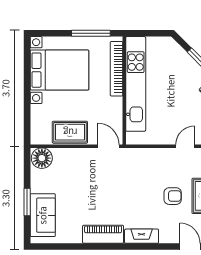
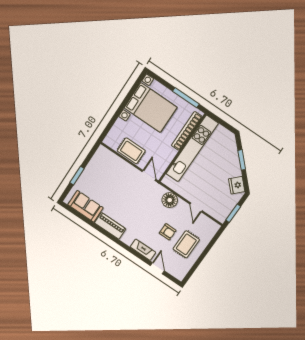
door: (185, 146) -> (196, 207), swing flipped
floor lamp: (42, 158) -> (170, 200), moved
sofa: (43, 215) -> (85, 206), moved, turned -90
fireplace: (142, 236) -> (143, 250), moved

